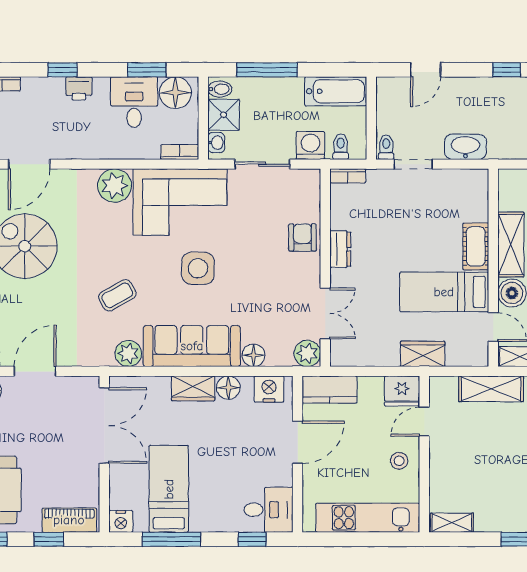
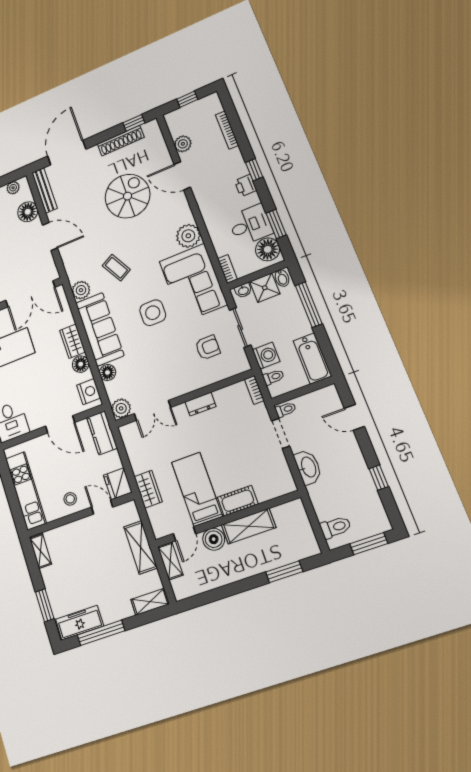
armchair: (303, 237) -> (208, 347), moved

